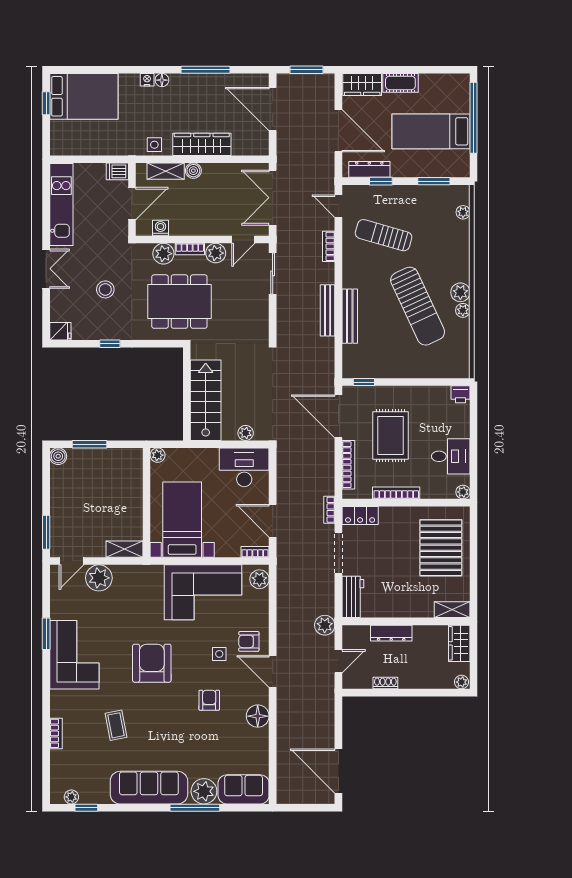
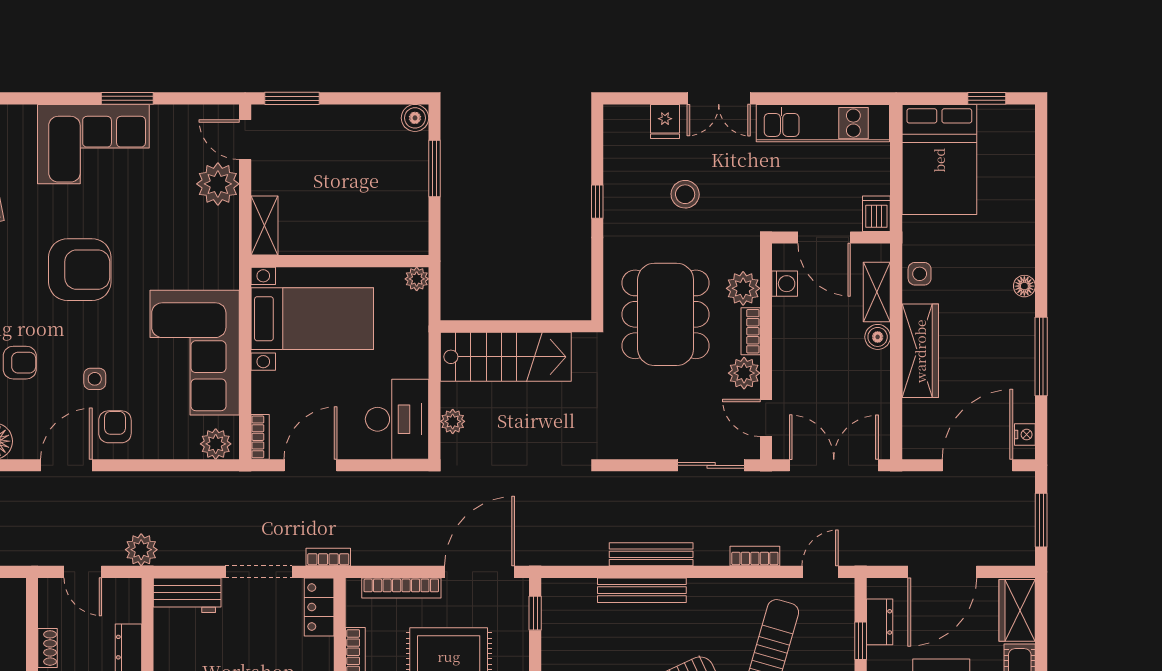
nightstand: (147, 80) -> (1025, 435), moved
bed: (84, 96) -> (939, 160), moved
dresser: (369, 169) -> (880, 622), width x0.70
fridge: (60, 331) -> (665, 121), moved

